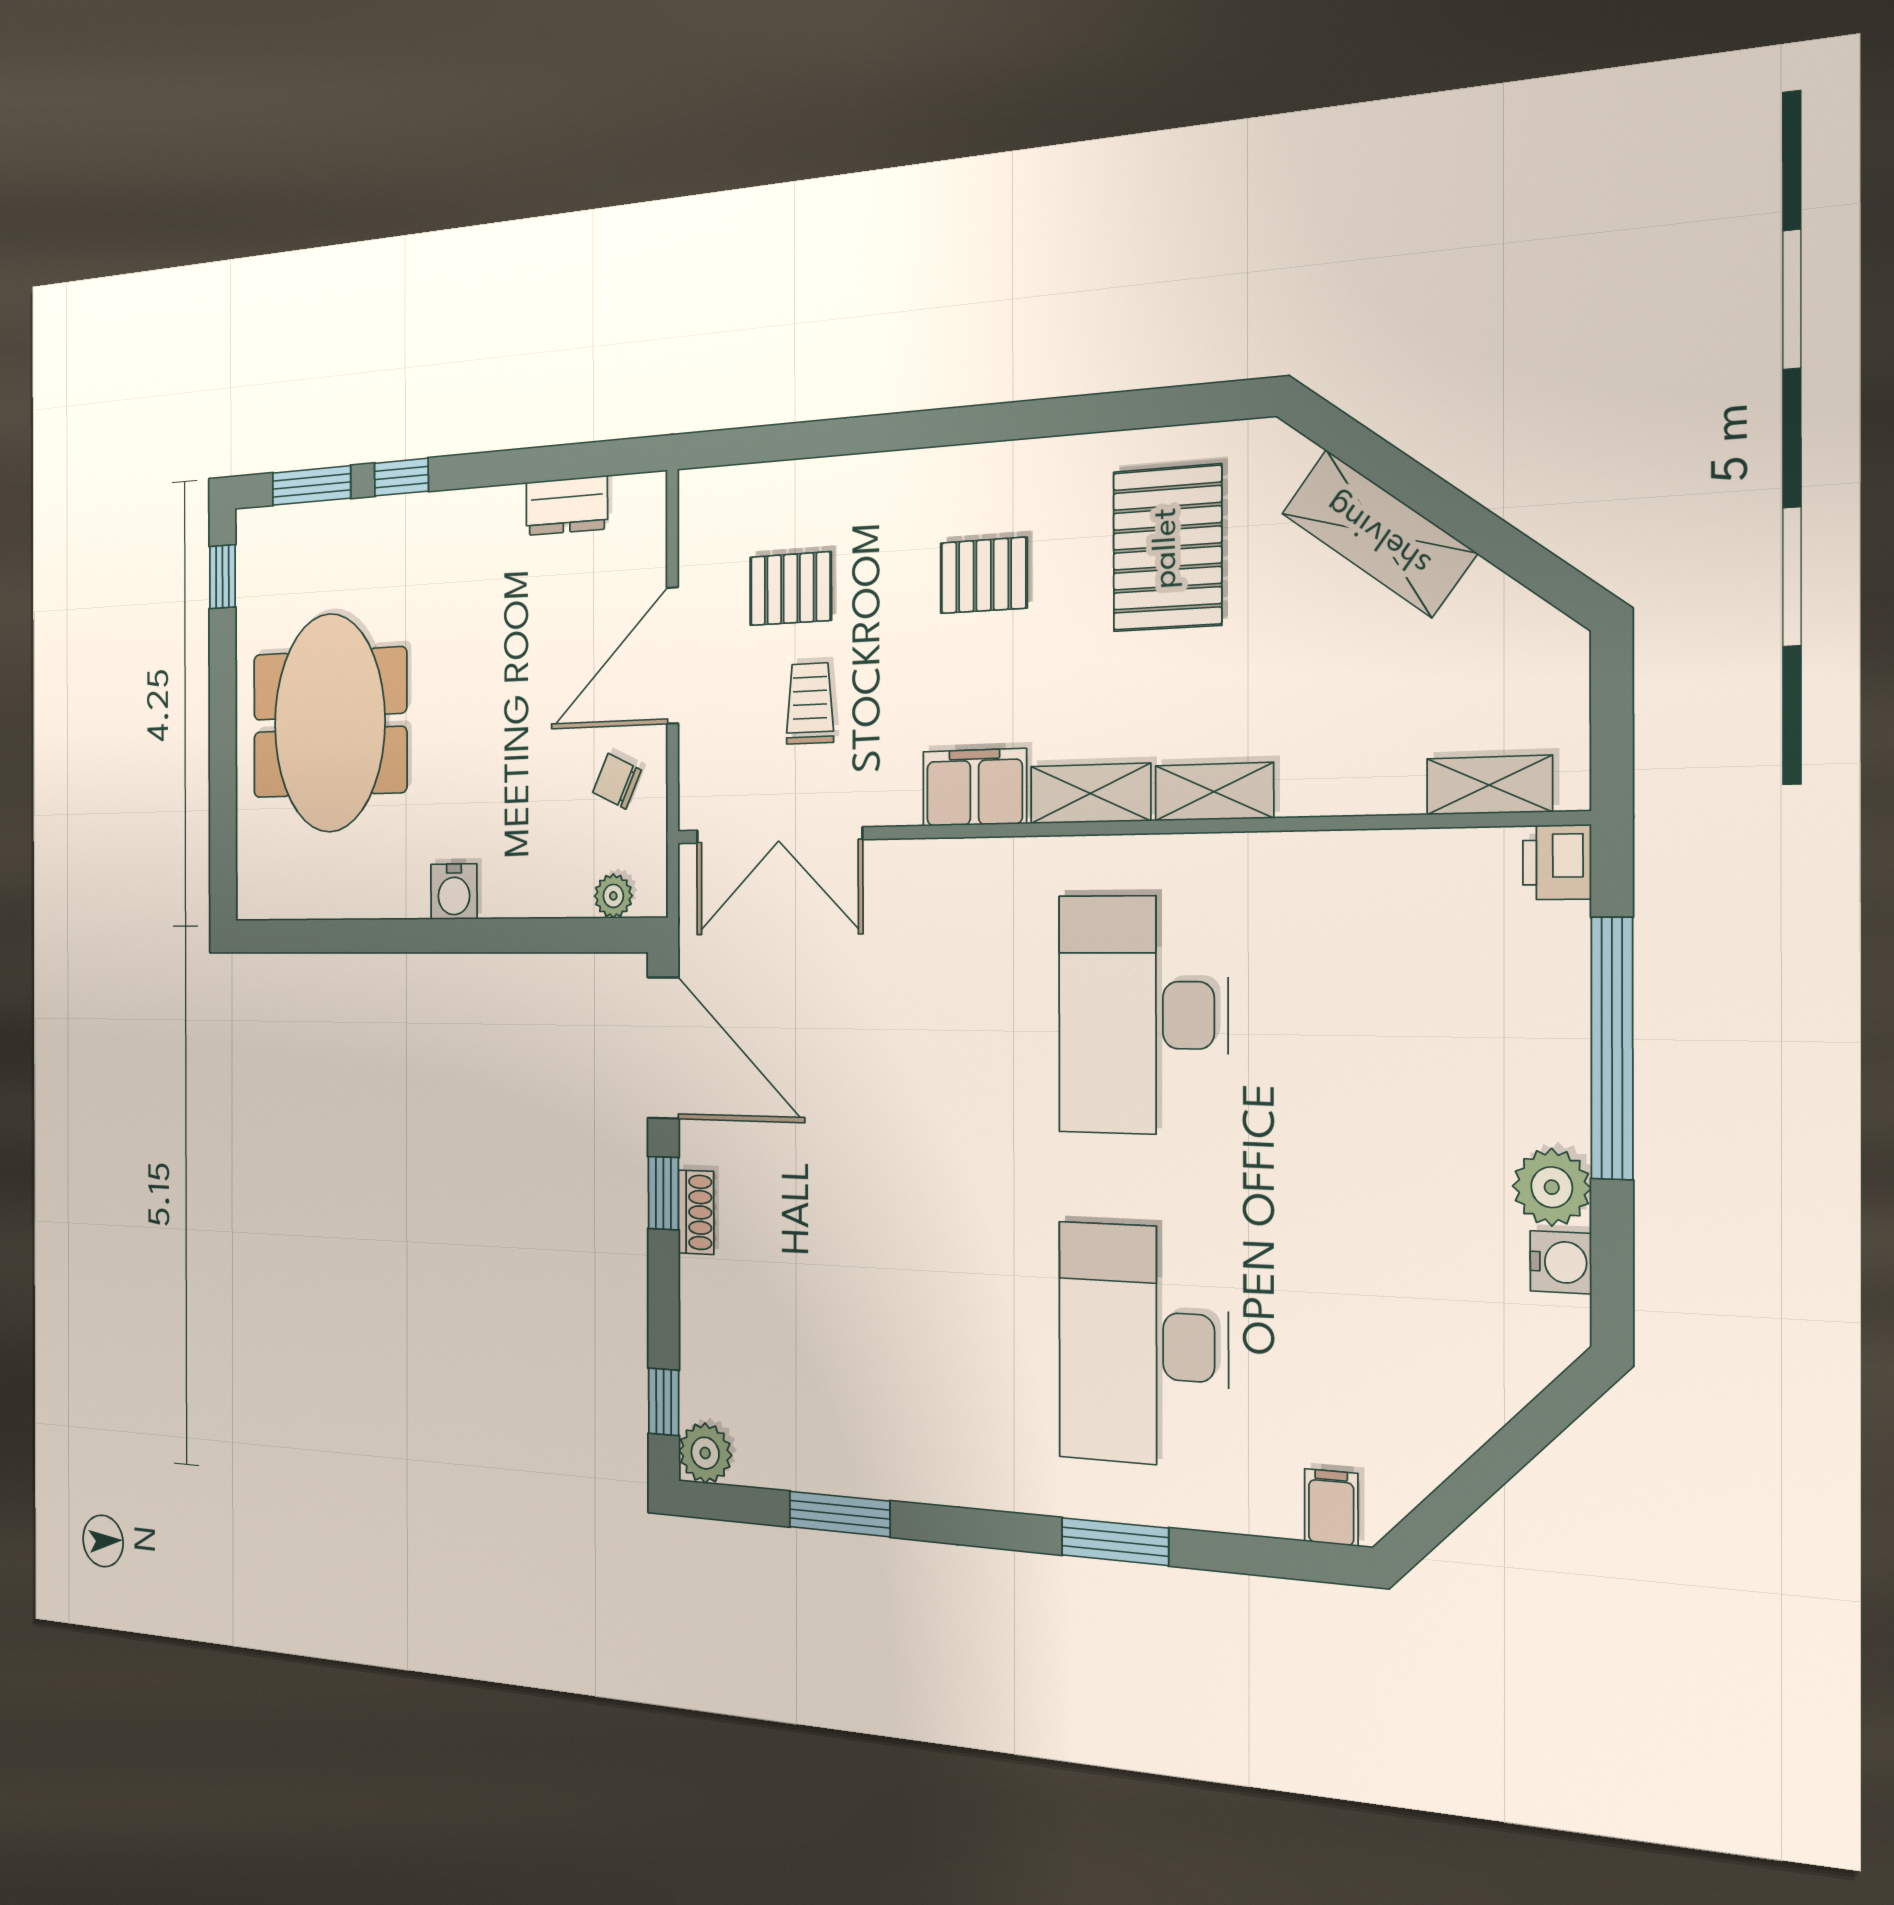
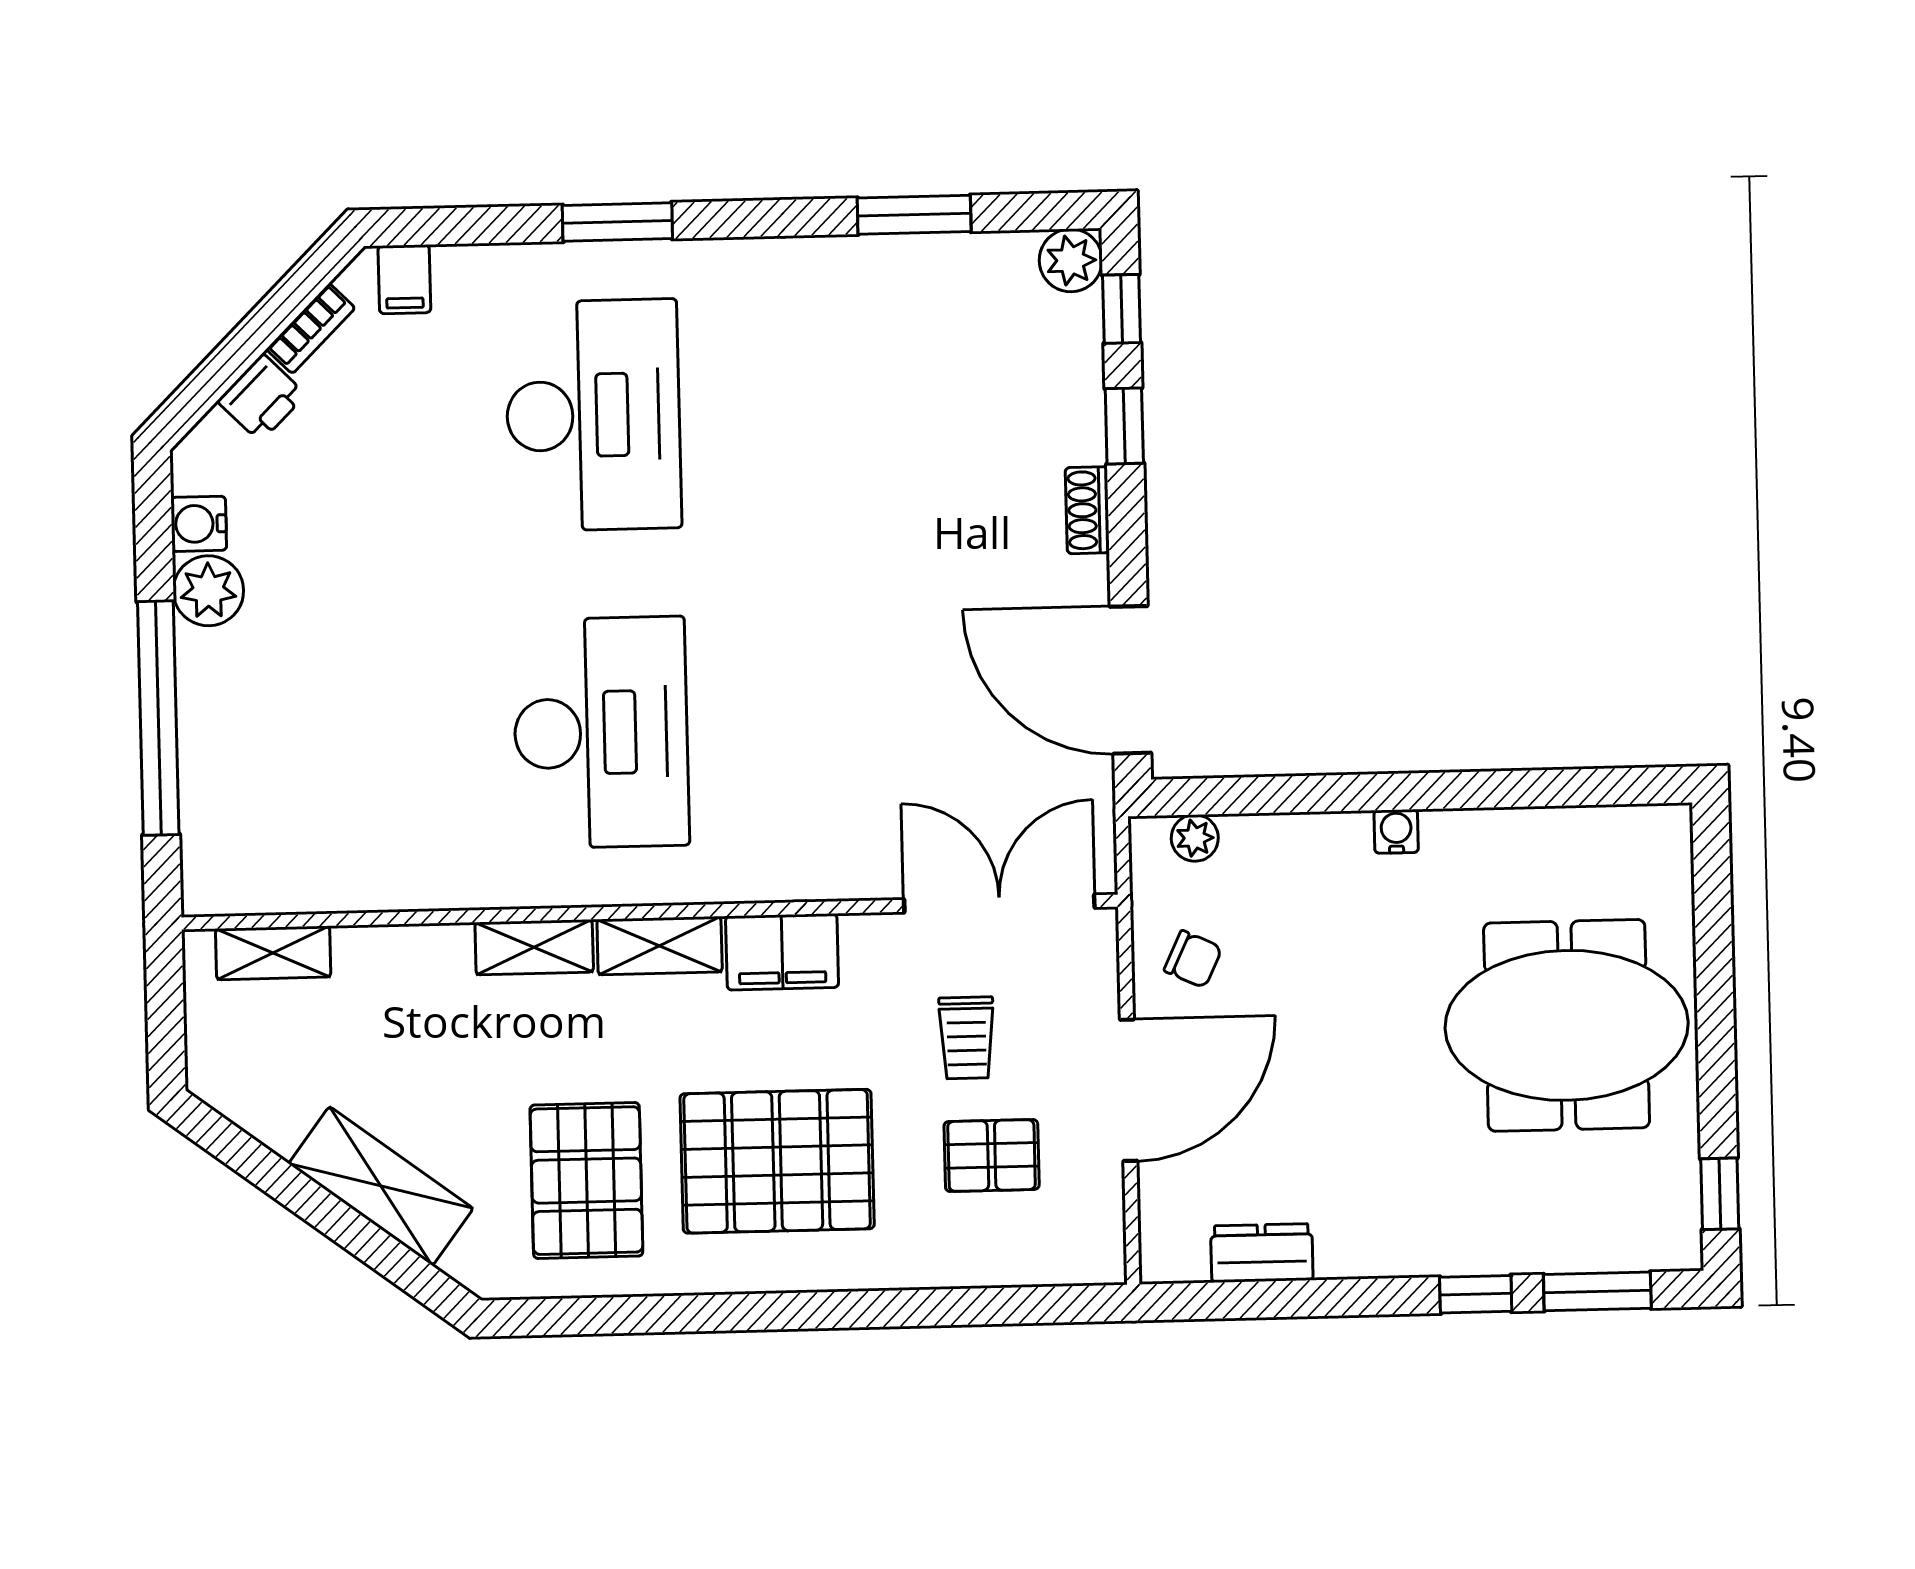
pallet: (984, 575) -> (777, 1161), width x2.05, depth x2.00
meeting table: (329, 723) -> (1567, 1025), turned 90
printer: (1557, 862) -> (262, 398), moved, turned 45
water cooler: (454, 892) -> (1396, 831), width x0.72, depth x0.72
window: (663, 1193) -> (1124, 426), moved
bookcase: (1432, 1465) -> (311, 329), added

